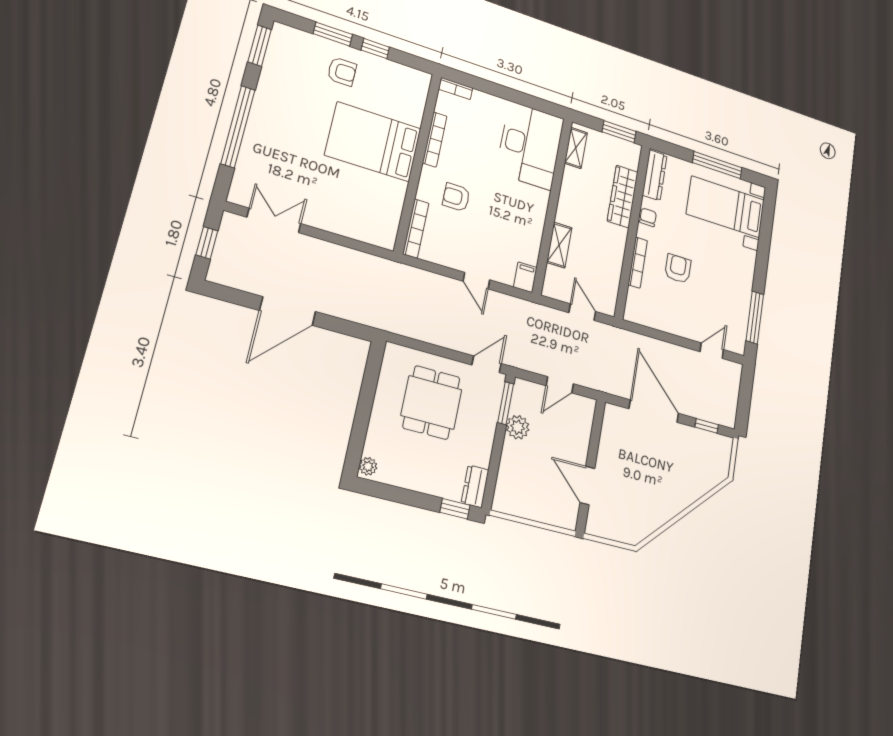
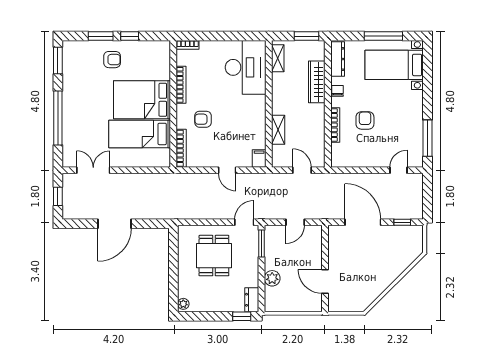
bed: (358, 189) -> (140, 134), added
plant: (518, 427) -> (272, 278), moved

